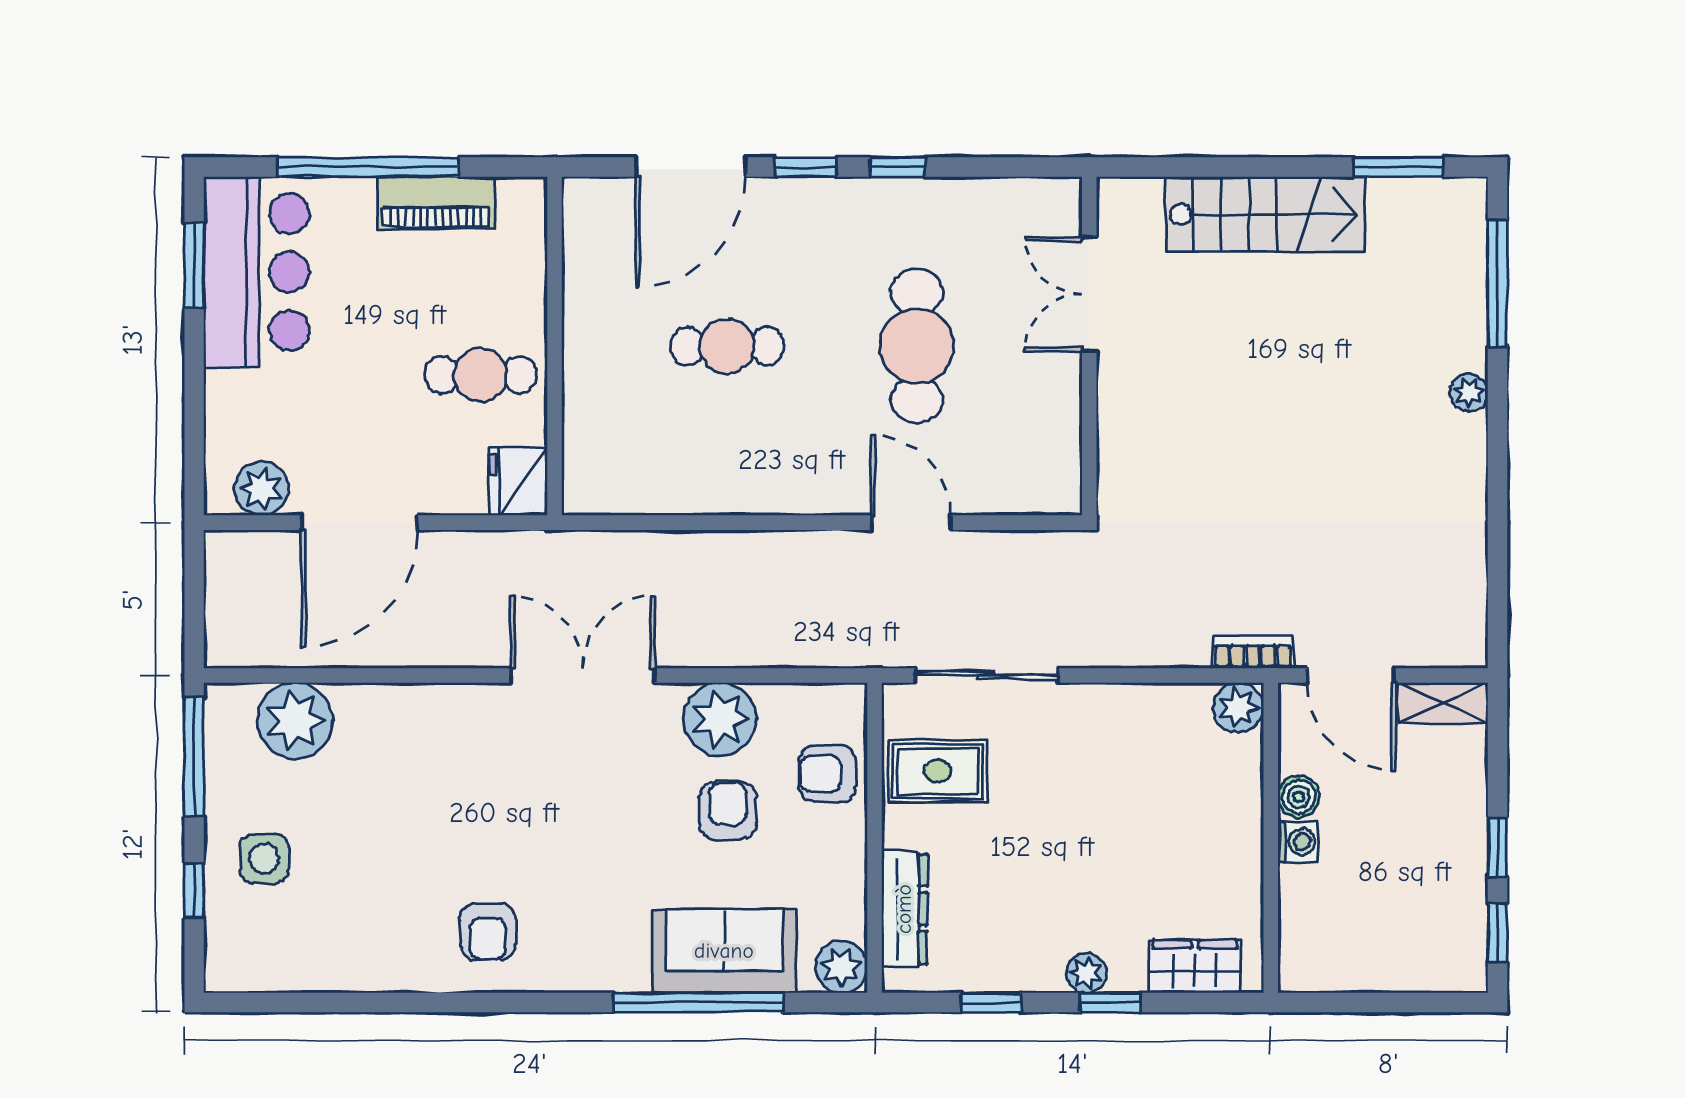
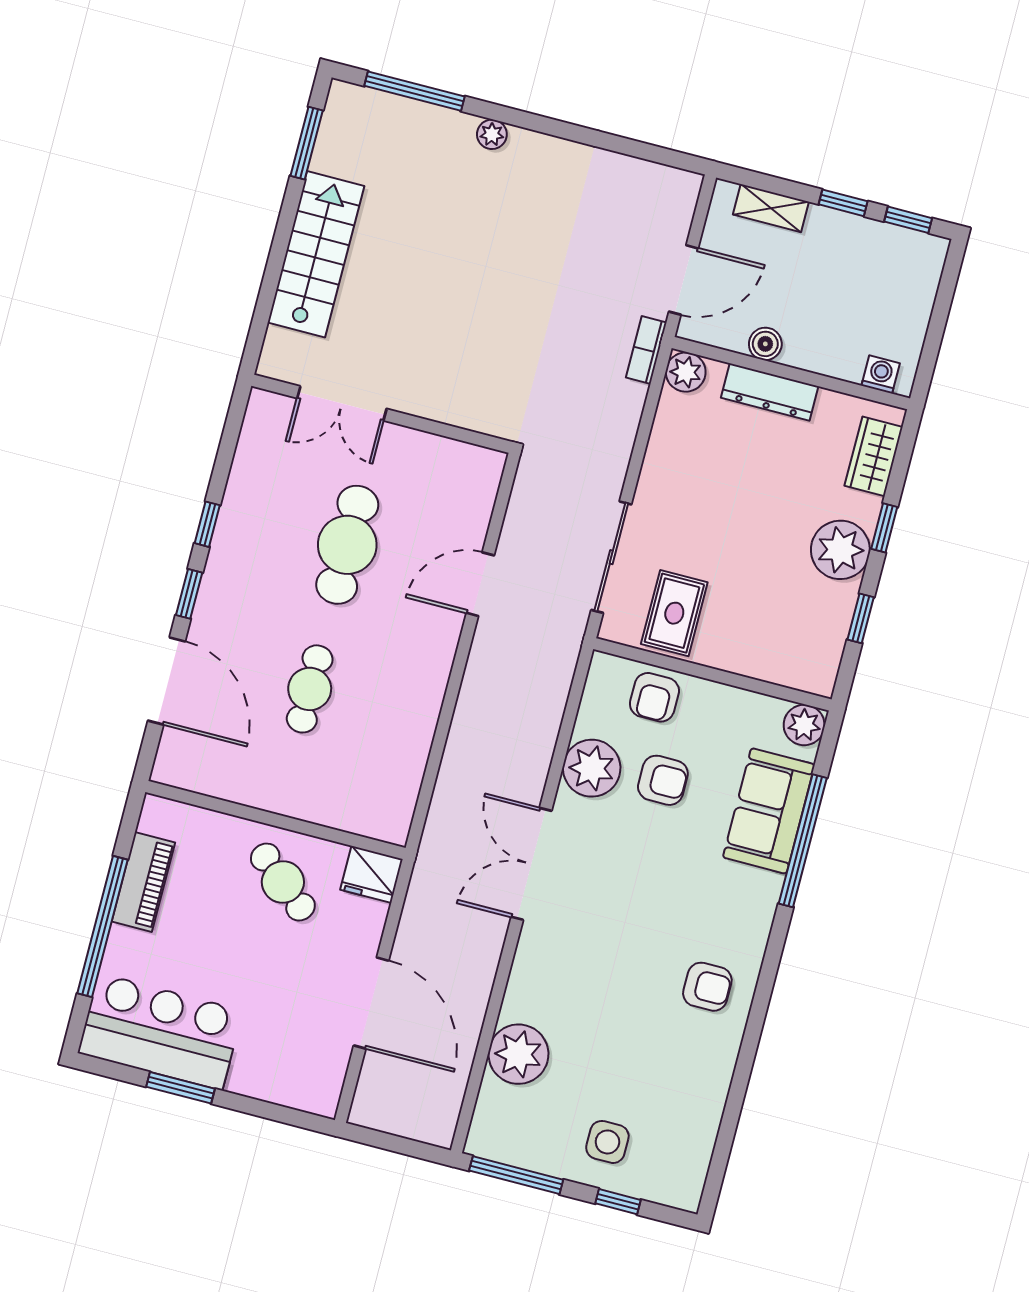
window: (194, 265) -> (180, 1088), moved
cafe table: (917, 346) -> (347, 545), turned 90
cafe table: (480, 375) -> (283, 882), turned -50
plant: (261, 489) -> (326, 1071), removed
shelving: (1443, 703) -> (771, 208), moved, turned 90
plant: (295, 721) -> (518, 1054), moved
armchair: (728, 811) -> (663, 780), turned 180
washing machine: (1298, 841) -> (881, 374), moved
dresser: (904, 909) -> (770, 392), moved, turned 180
plant: (1086, 973) -> (840, 550), width x1.87, depth x1.87

